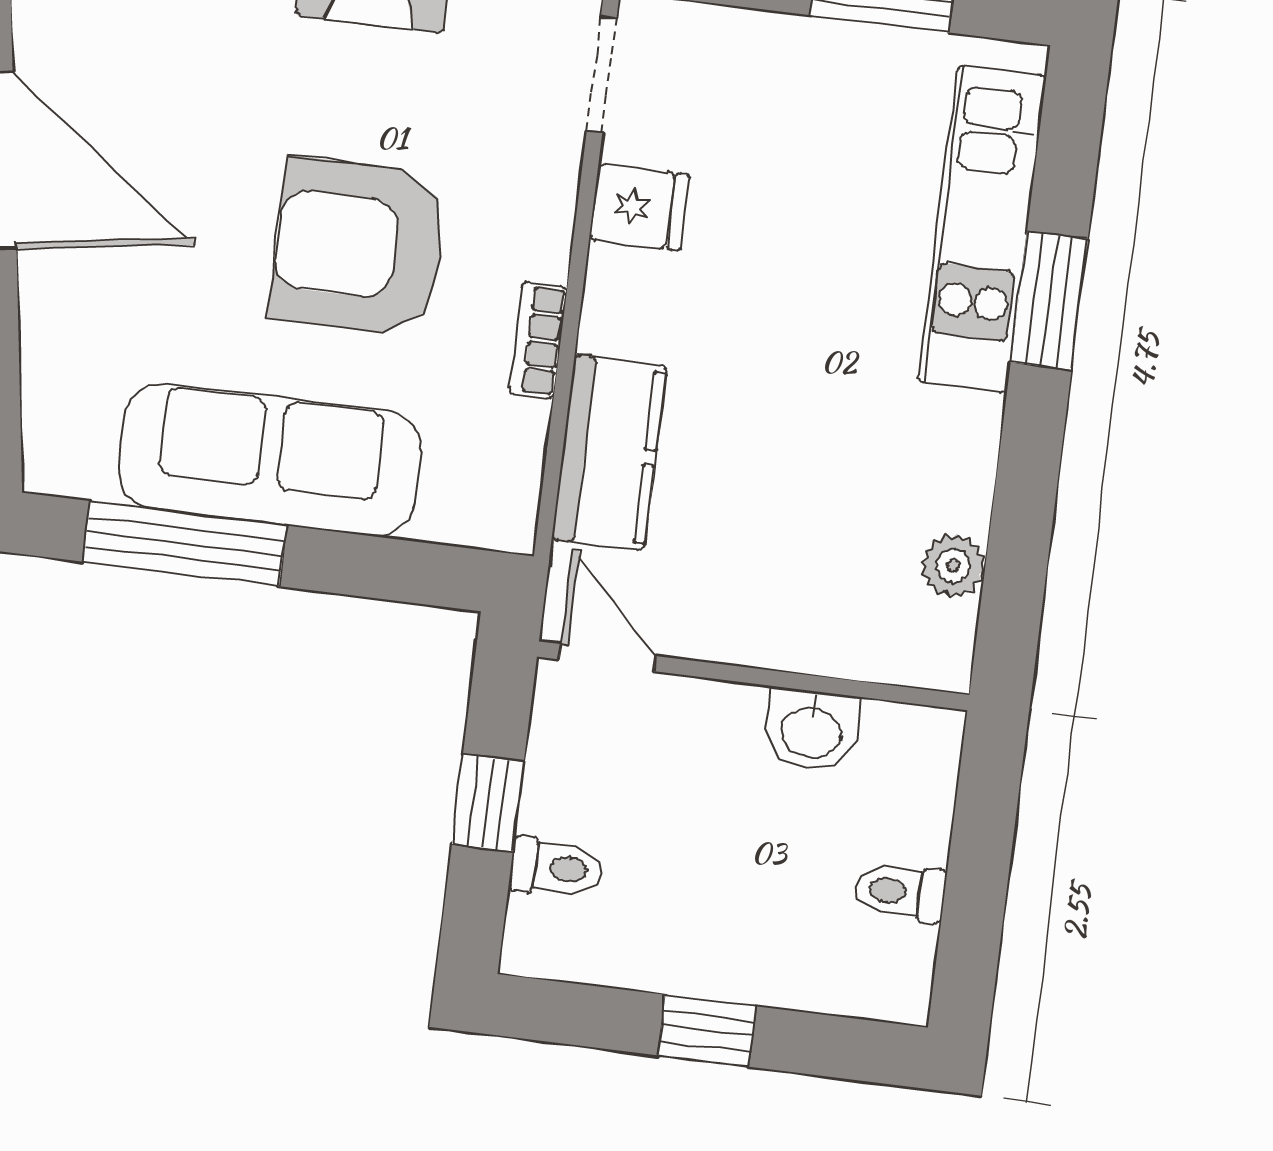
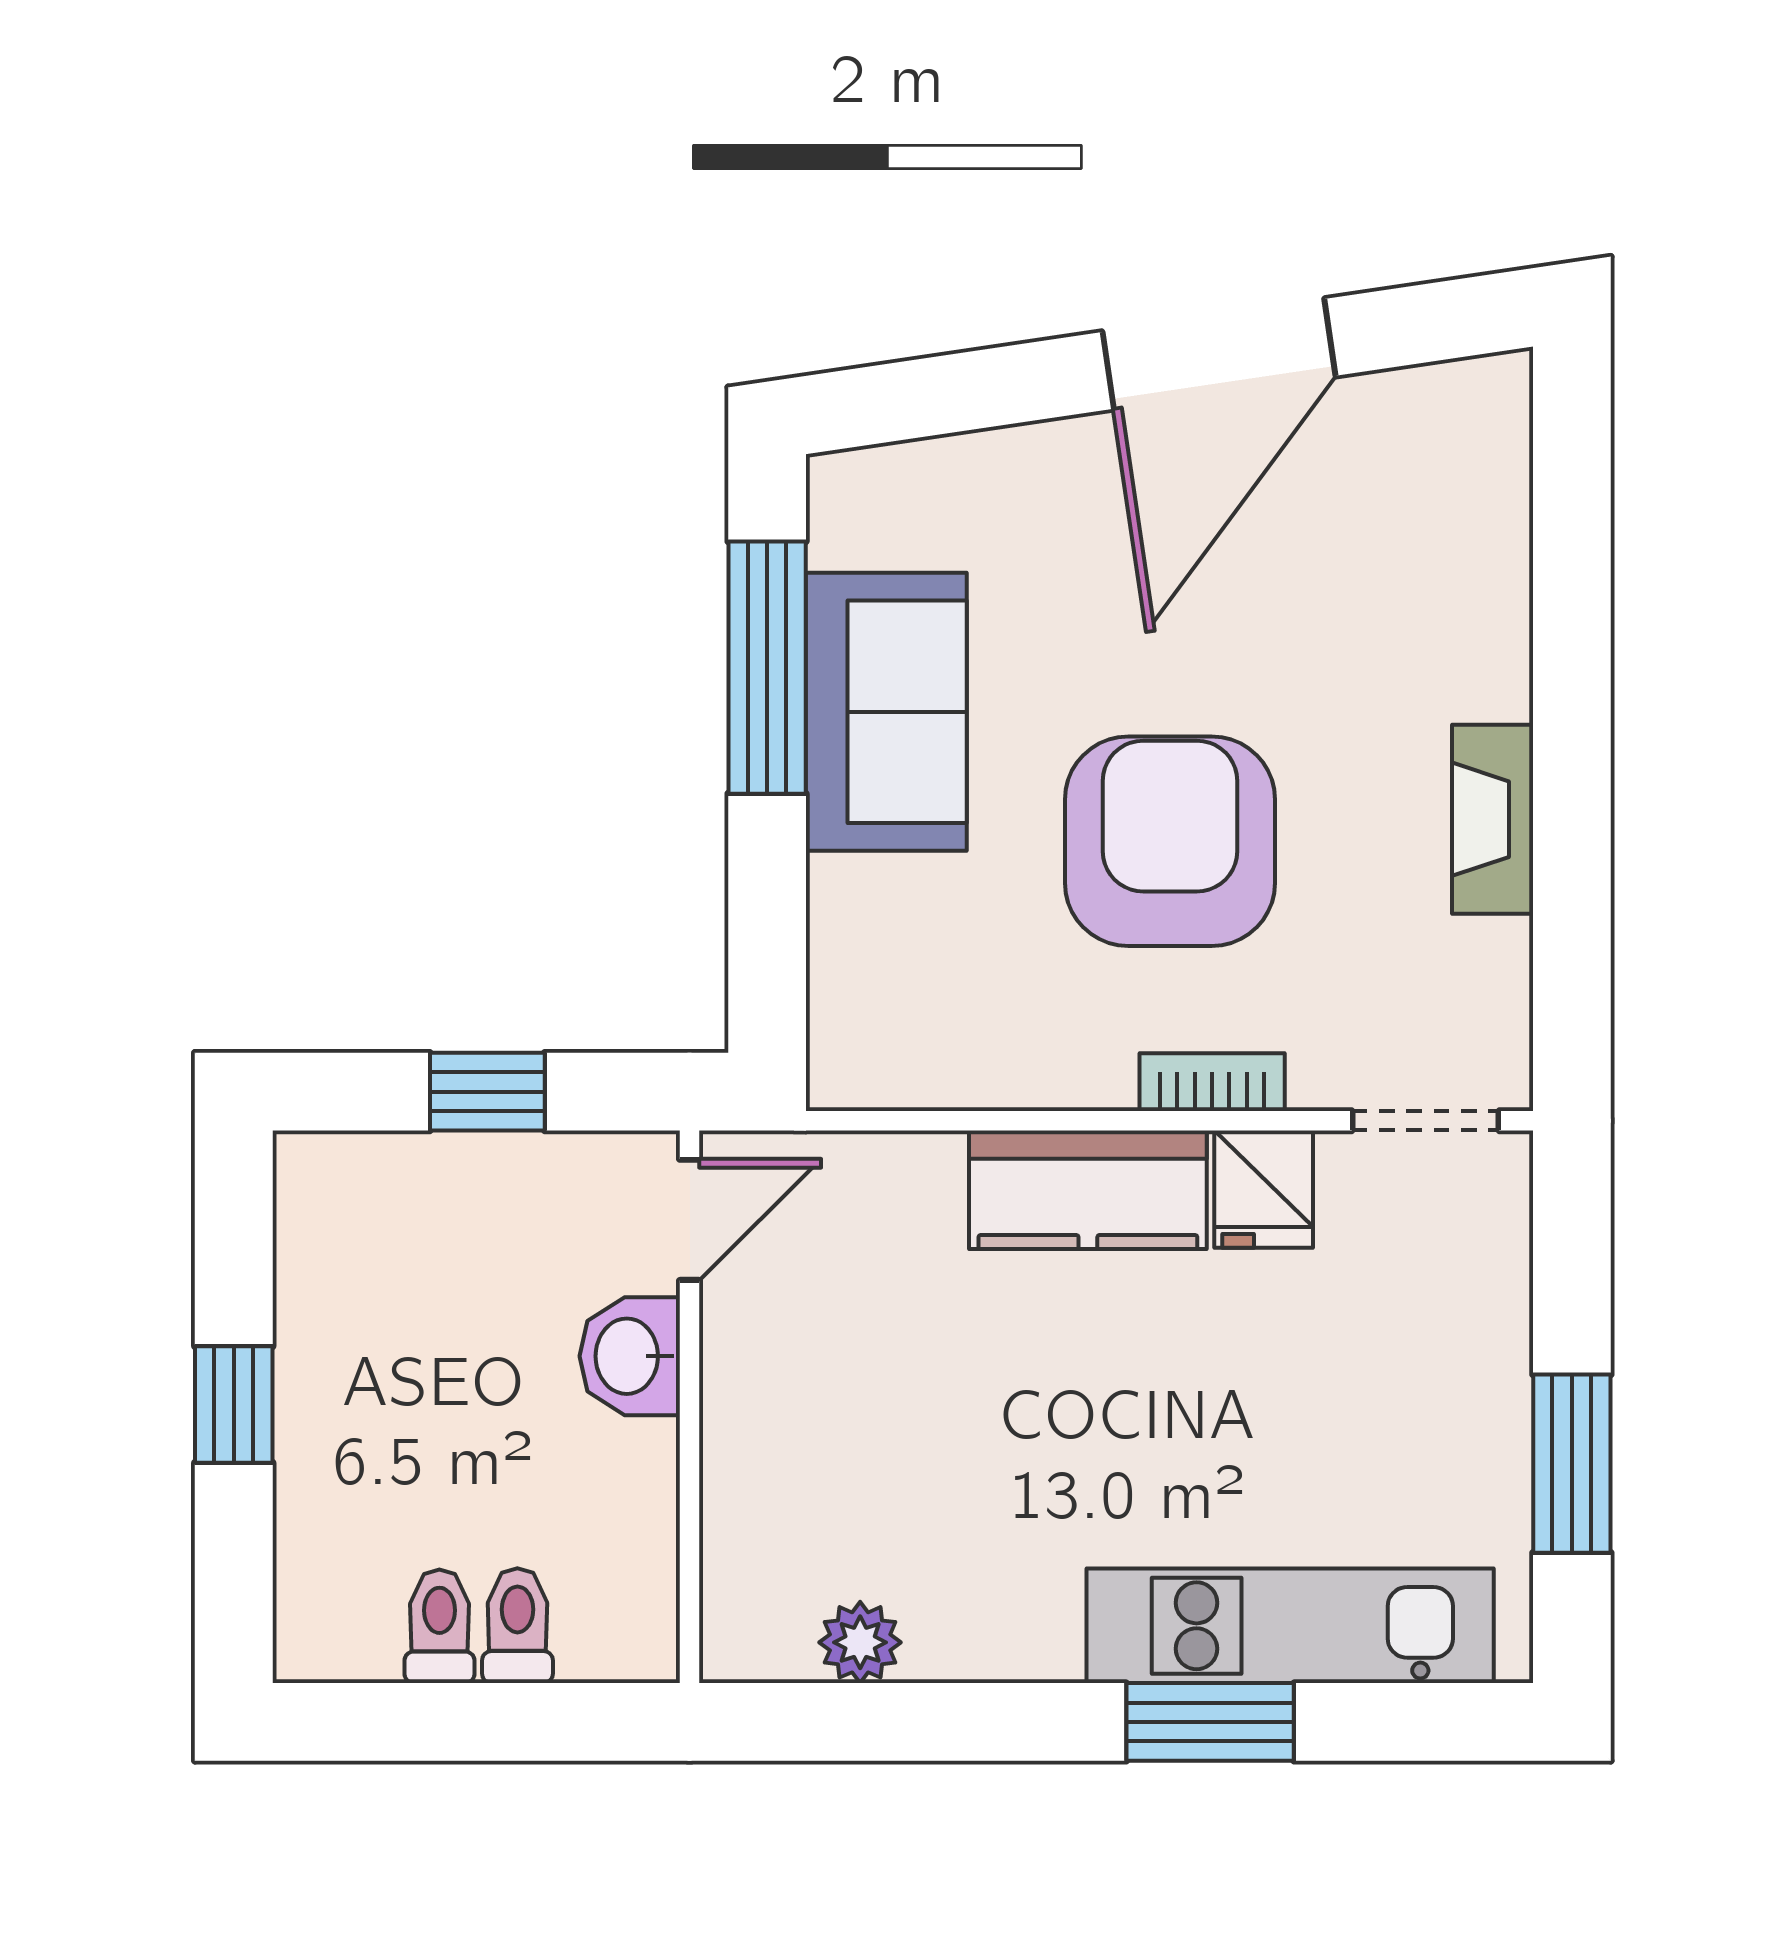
bookcase: (538, 340) -> (1212, 1082), moved
kitchen counter: (609, 453) -> (1088, 1190), moved
sofa: (270, 460) -> (886, 712), width x0.73
washbasin: (811, 730) -> (630, 1356), moved
toilet: (556, 868) -> (517, 1626), moved, turned 180

